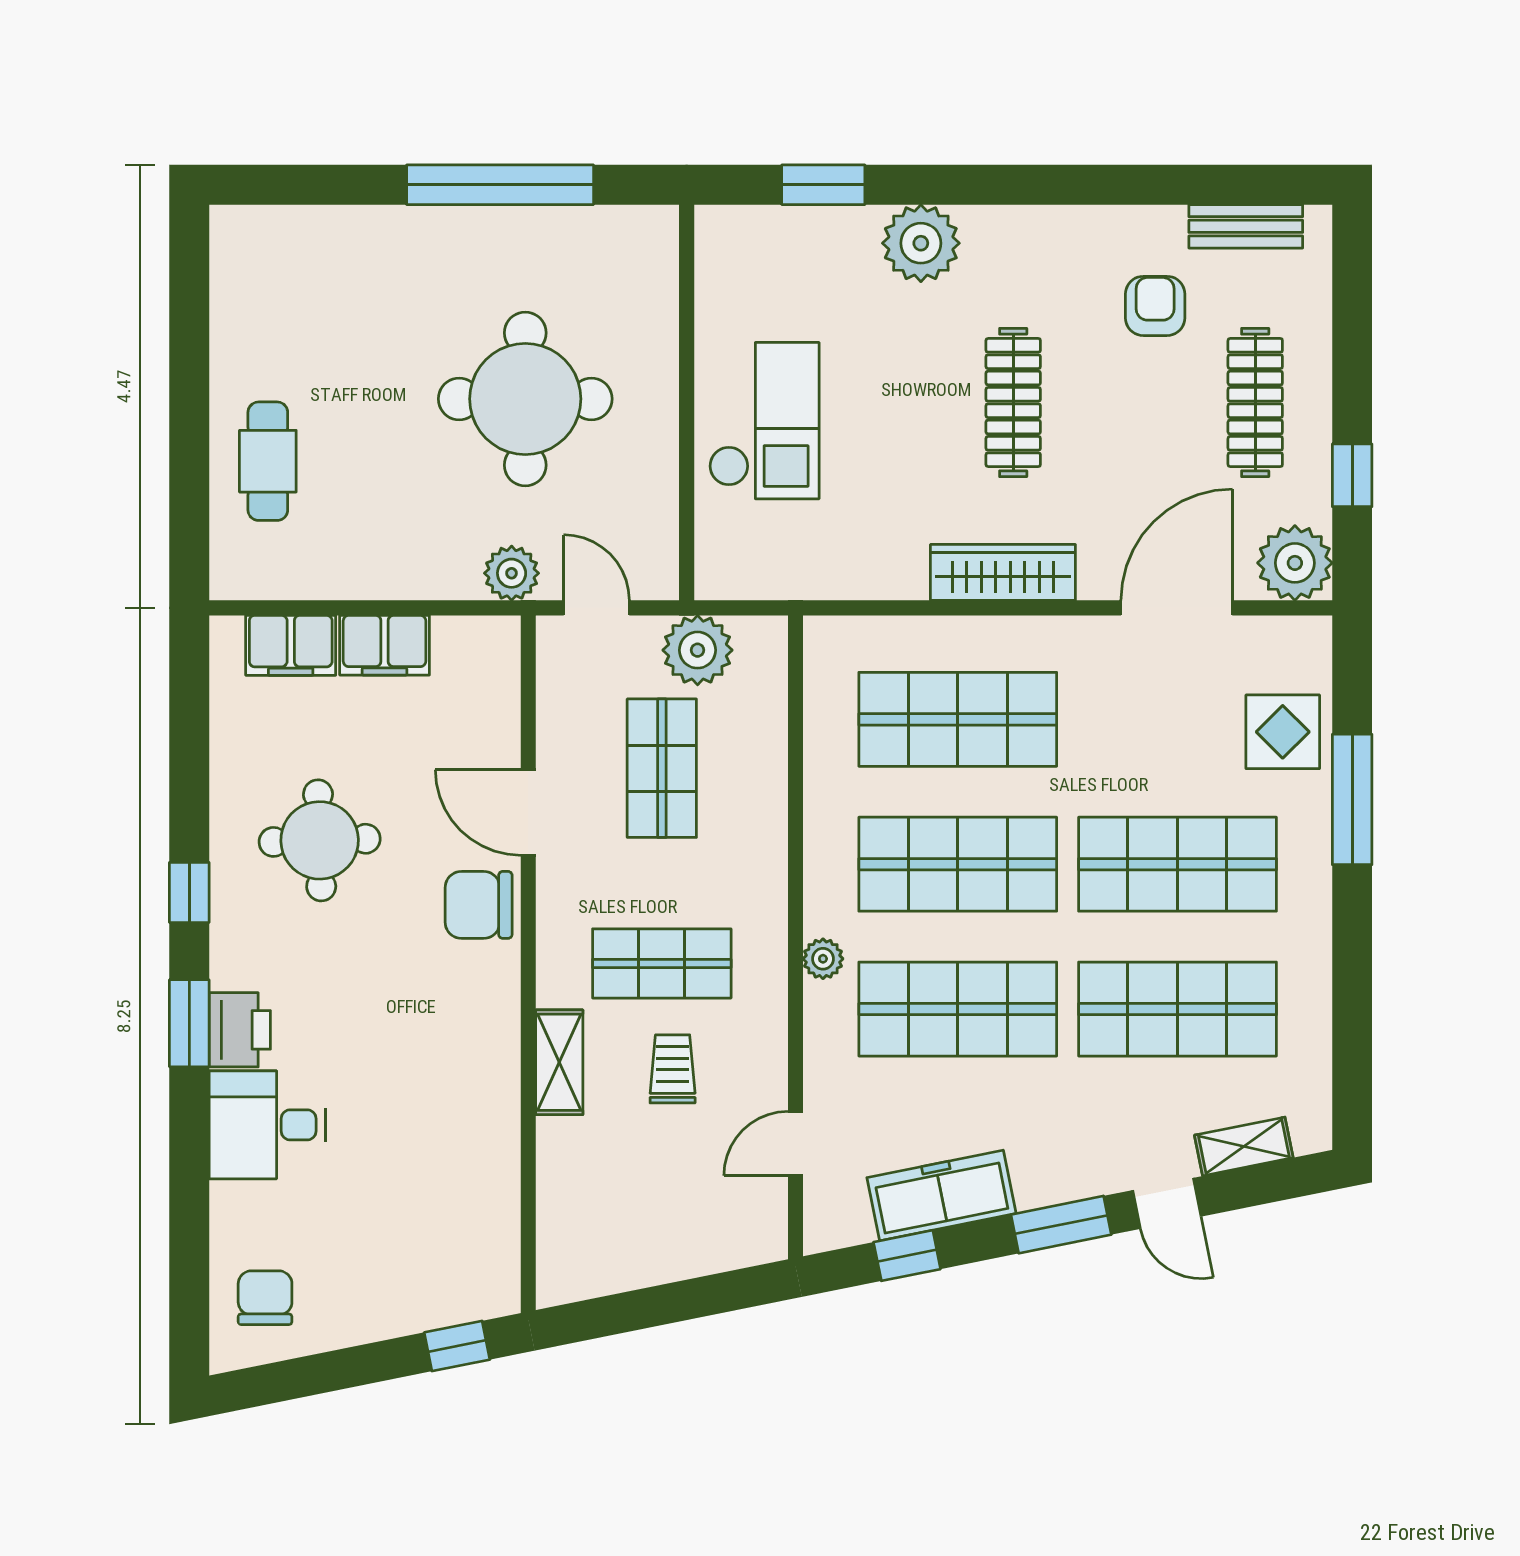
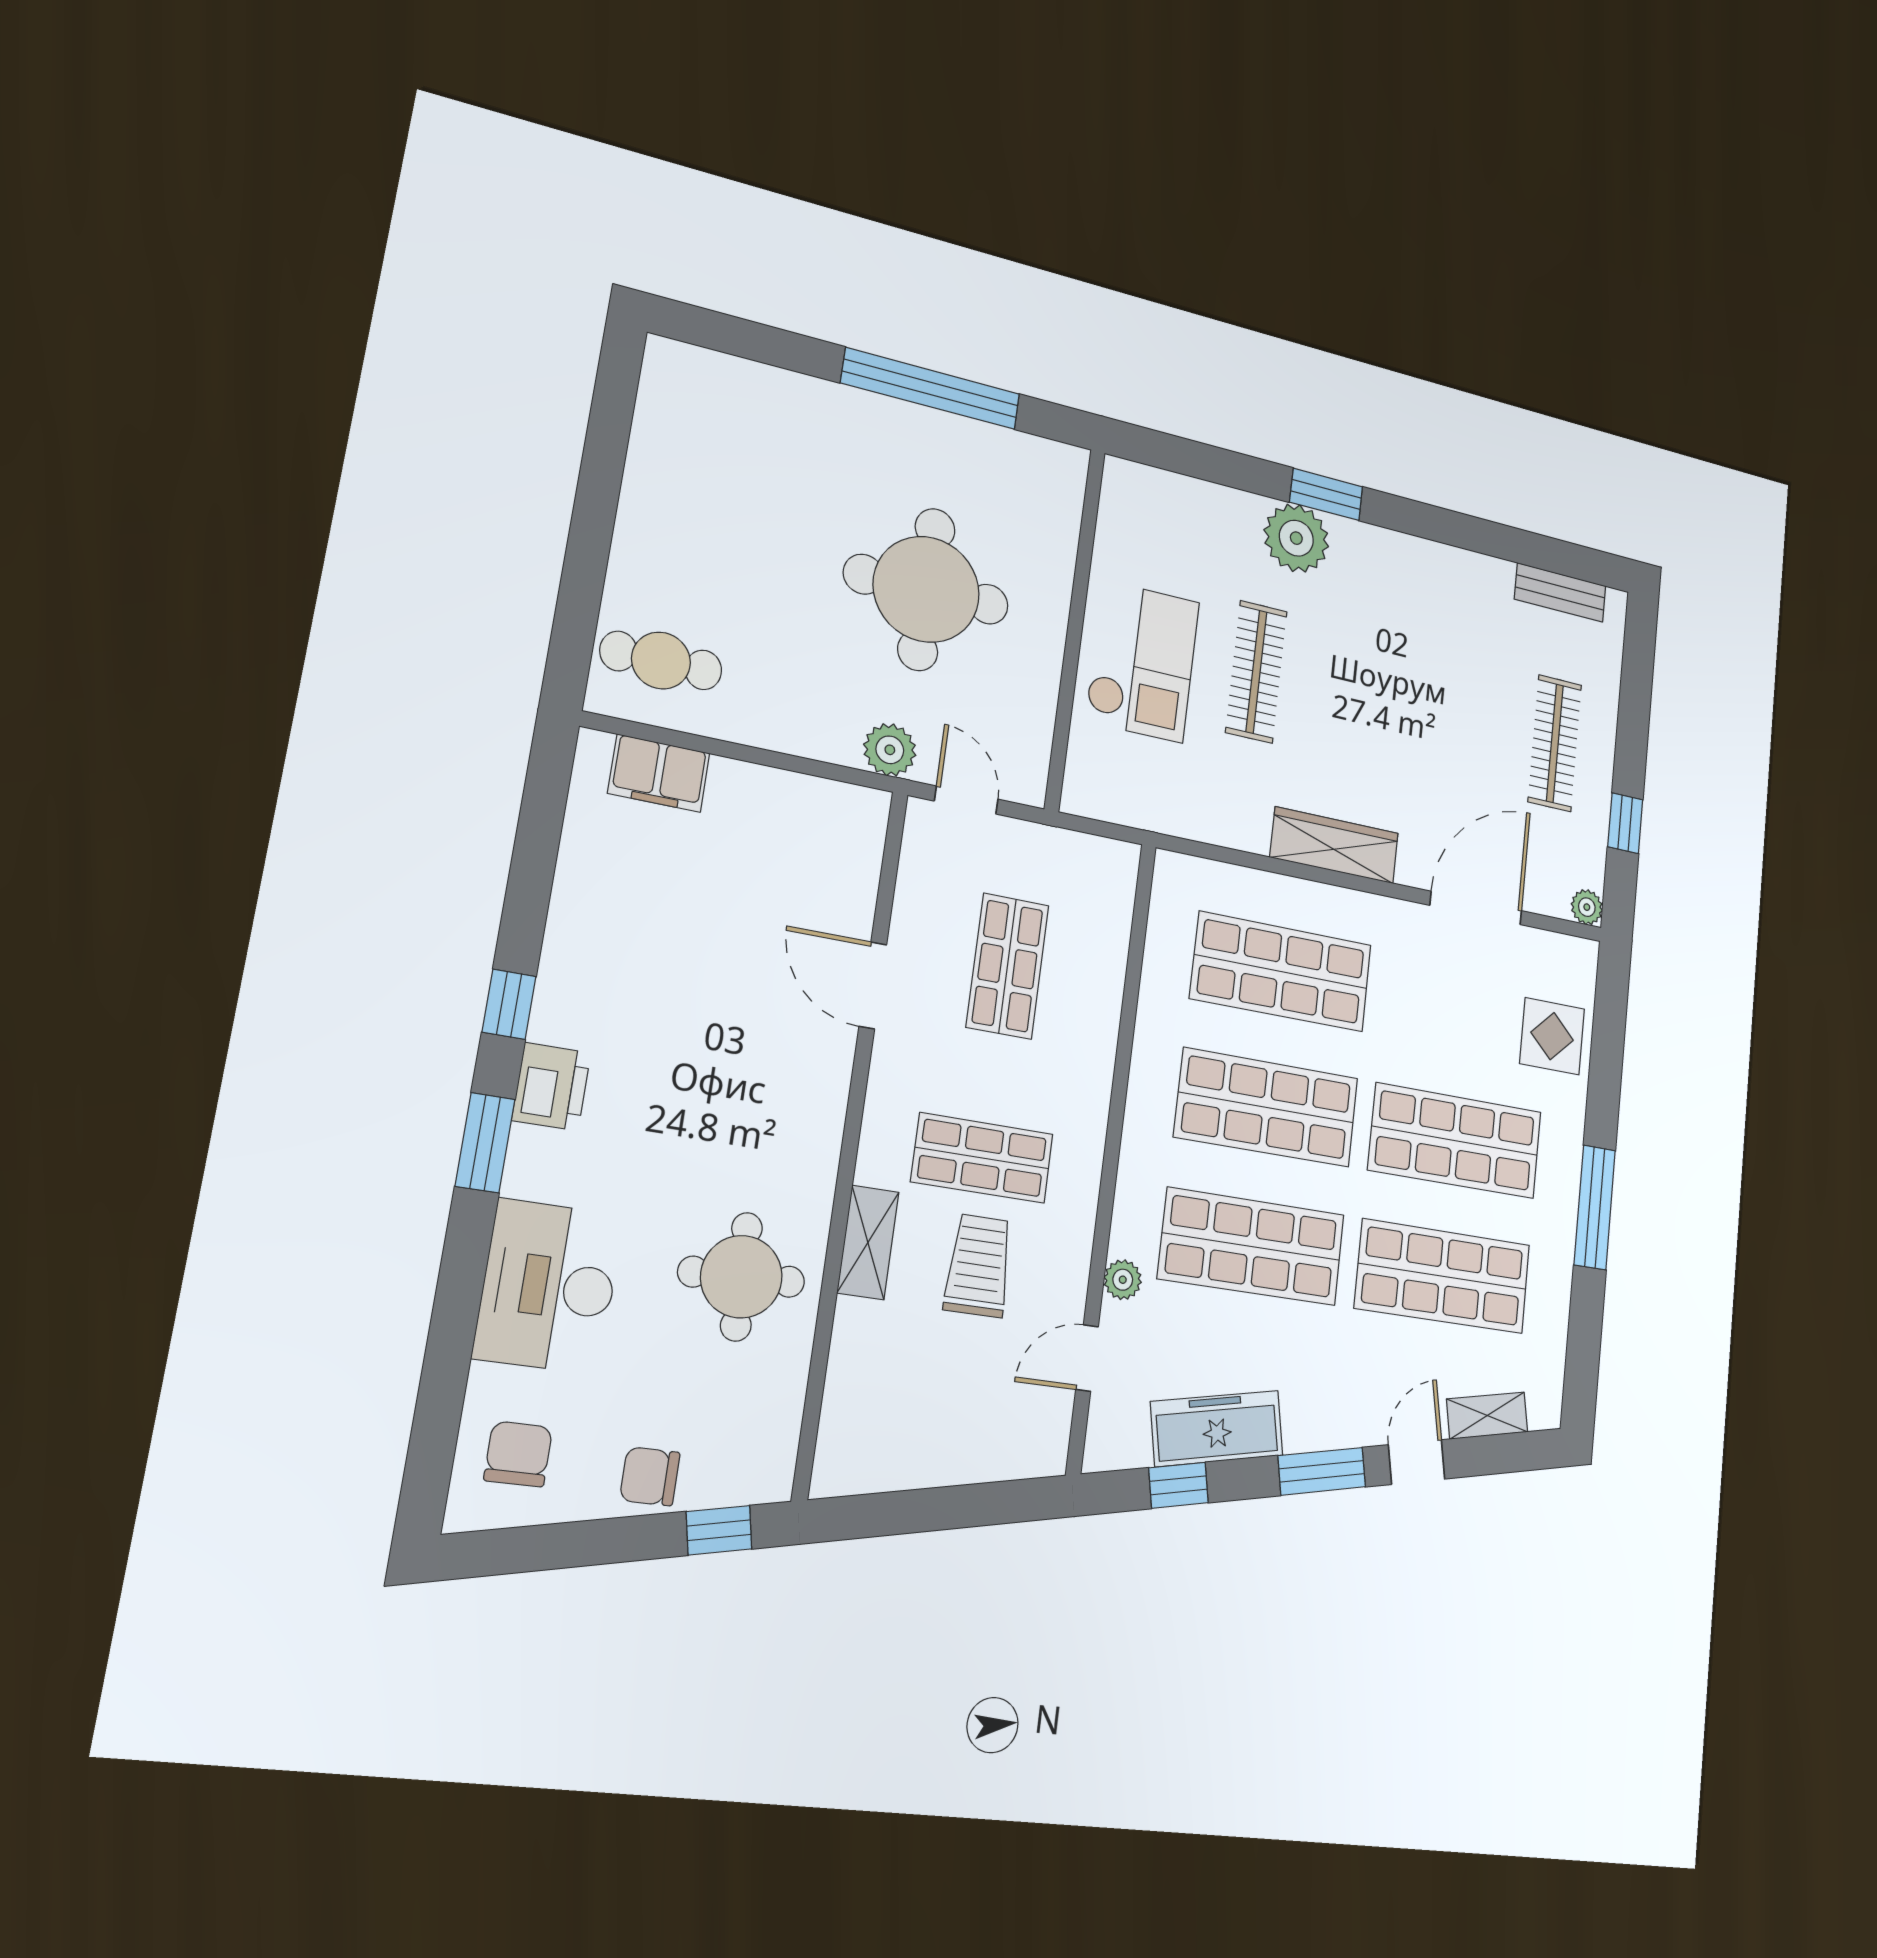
window: (823, 185) -> (1326, 494), moved
armchair: (1155, 306) -> (1483, 641), removed
clothes rail: (1013, 403) -> (1256, 672), moved
cafe table: (268, 461) -> (661, 661), moved, turned 90
plant: (1295, 563) -> (1587, 907), width x0.53, depth x0.53
filing cabinet: (385, 645) -> (754, 793), removed
plant: (698, 650) -> (1055, 860), removed
window: (1352, 799) -> (1595, 1207), moved
round table: (320, 840) -> (741, 1277), moved
chair: (479, 905) -> (650, 1476), moved, width x0.73, depth x0.73
plant: (823, 959) -> (1123, 1280), moved
printer: (240, 1030) -> (551, 1087), moved
trolley: (673, 1069) -> (979, 1266), width x1.36, depth x1.39
desk: (267, 1125) -> (549, 1286), width x1.37
door: (1167, 1203) -> (1417, 1462), swing flipped

